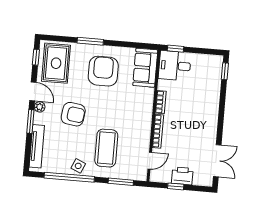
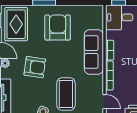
sofa: (145, 68) -> (94, 52), moved, width x1.36
door: (150, 161) -> (105, 102), hinge flipped

